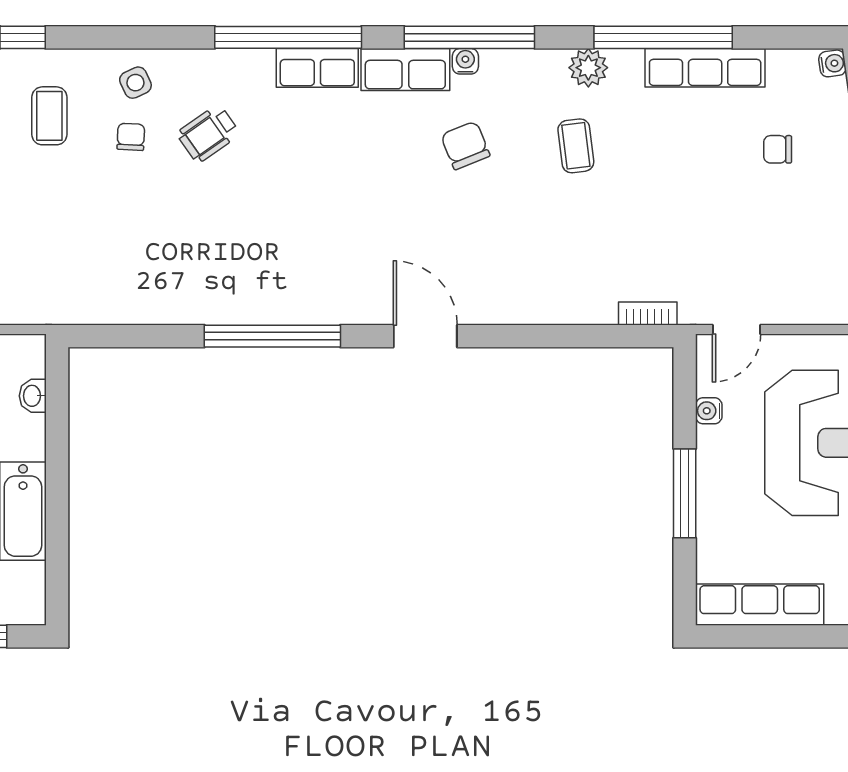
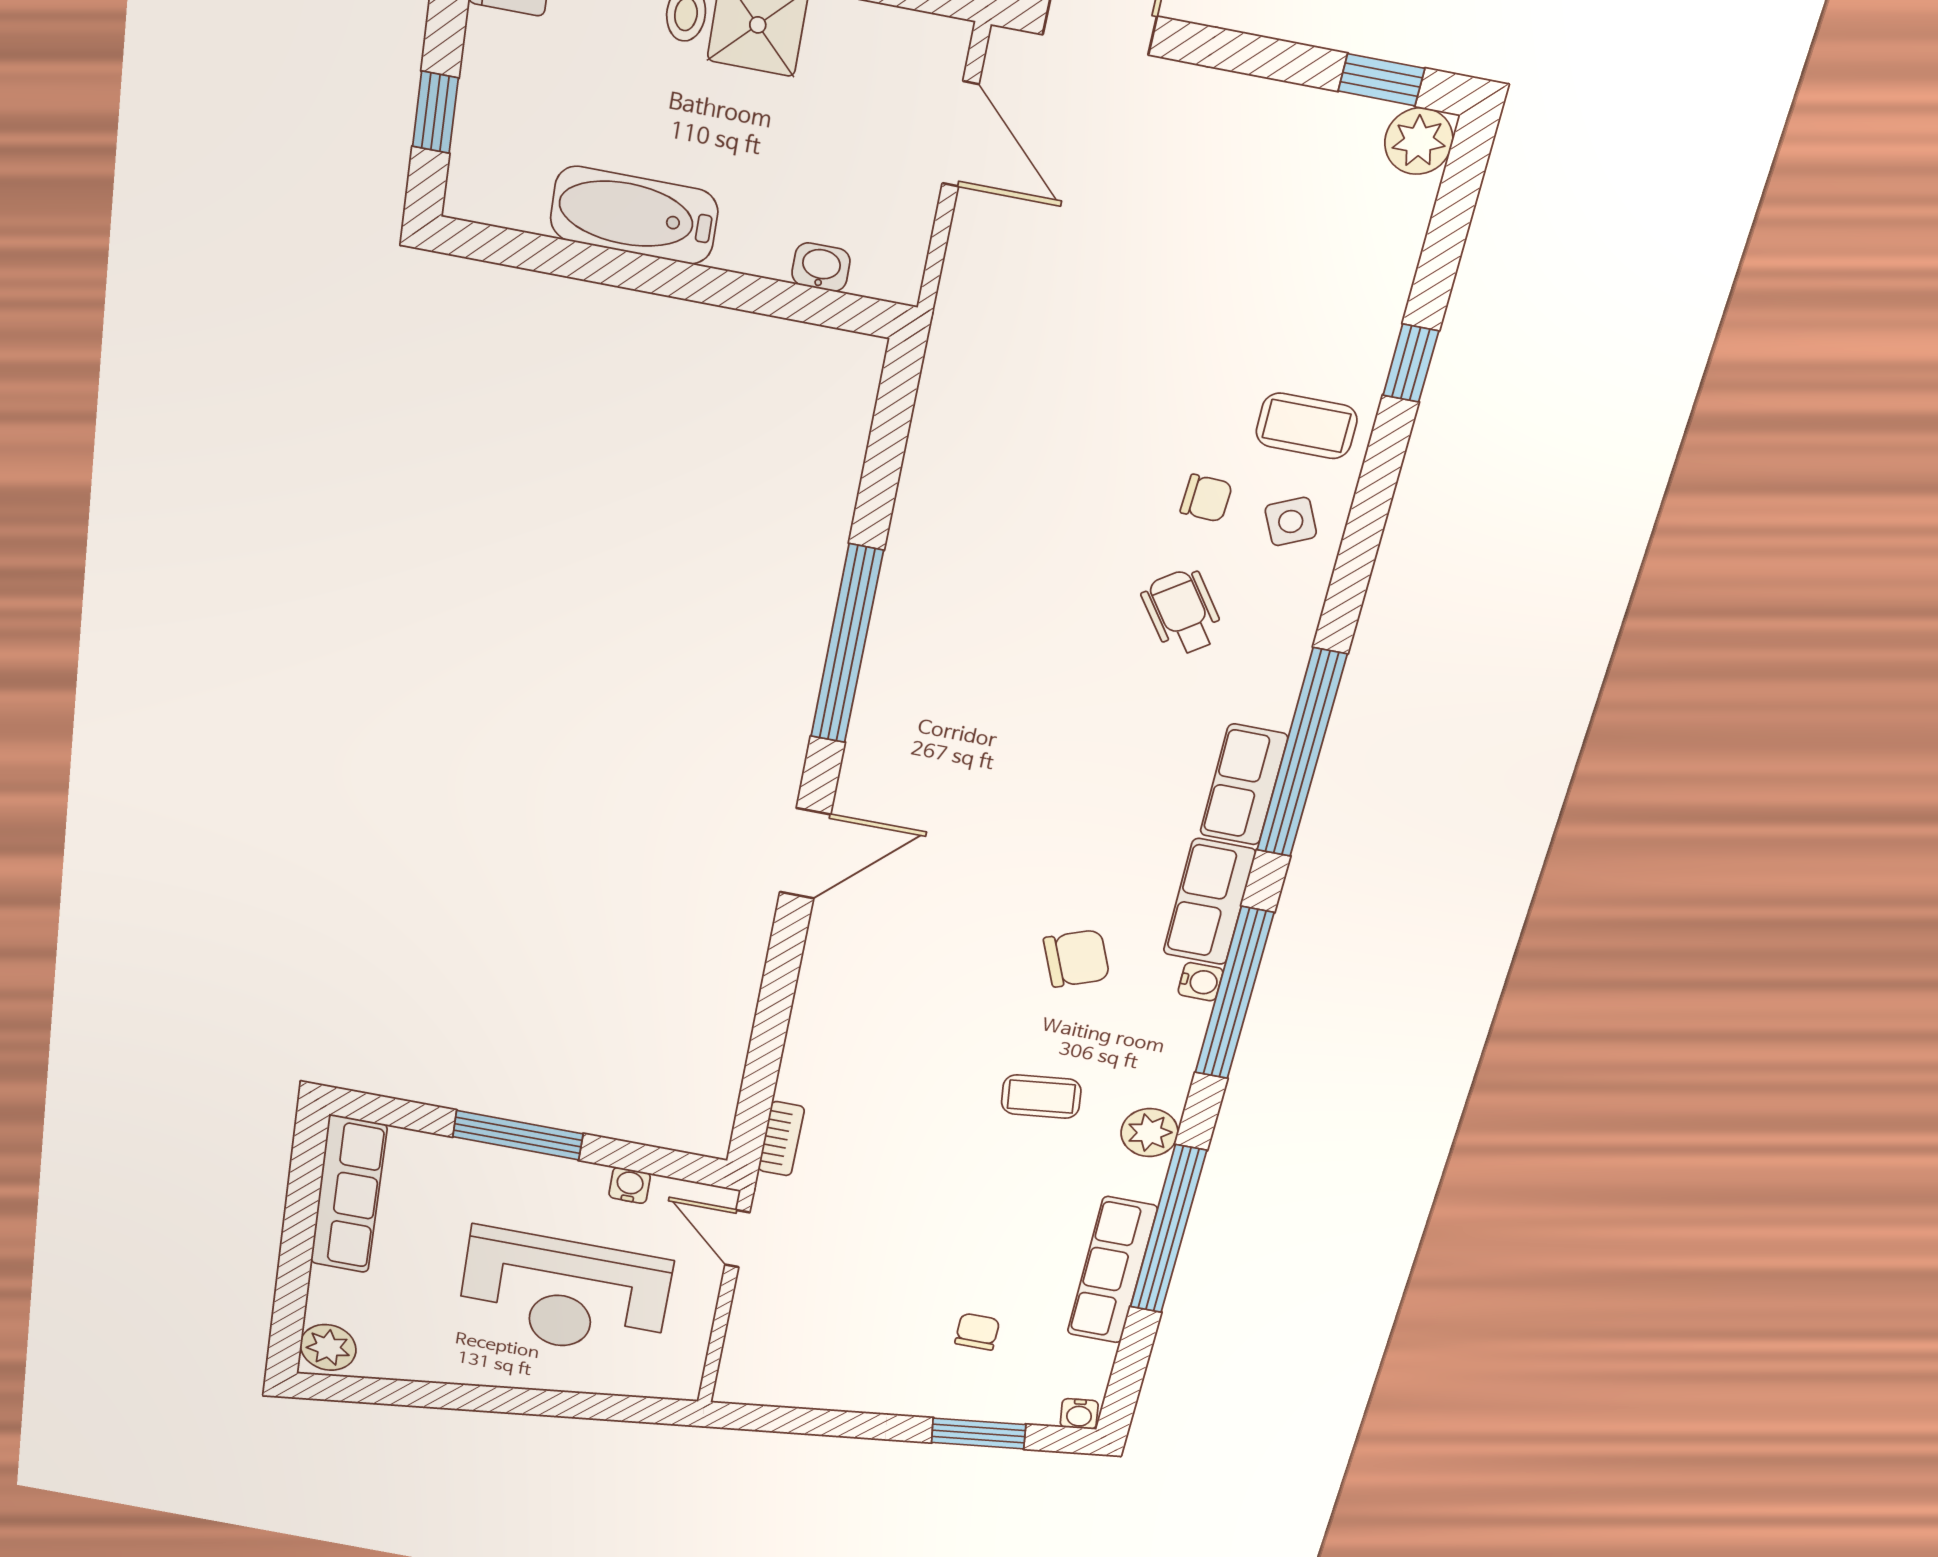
coffee table: (49, 116) -> (1307, 426), moved

